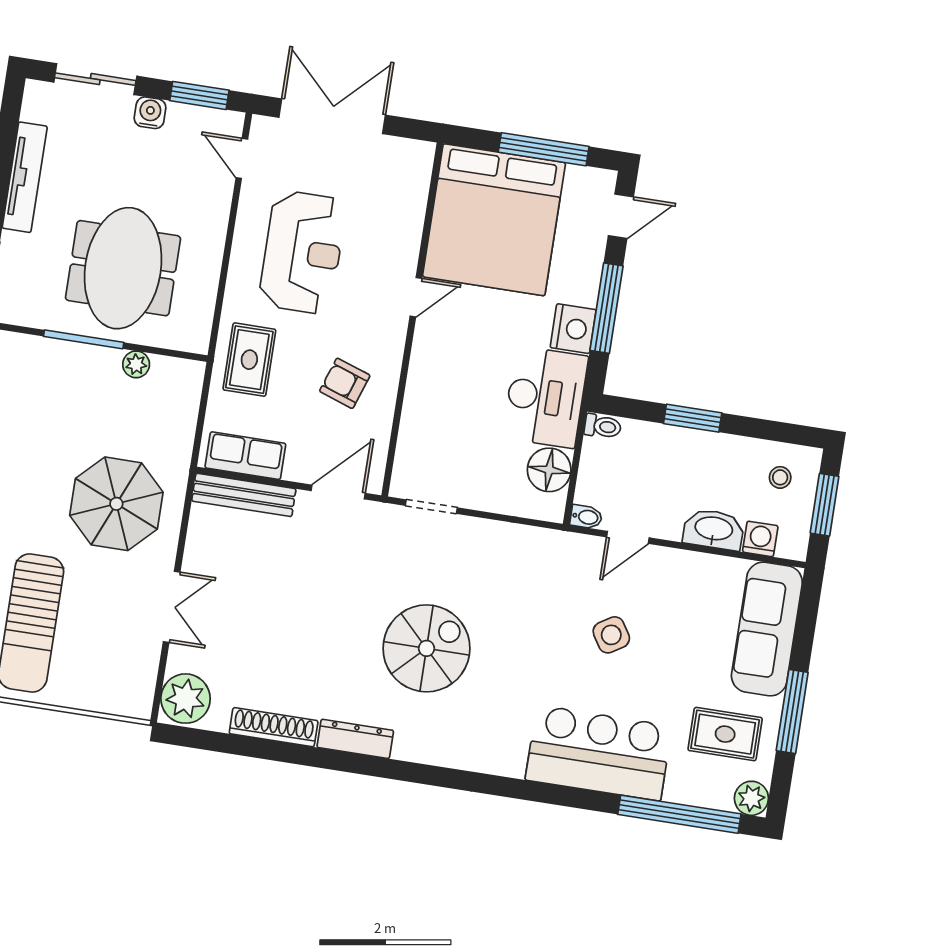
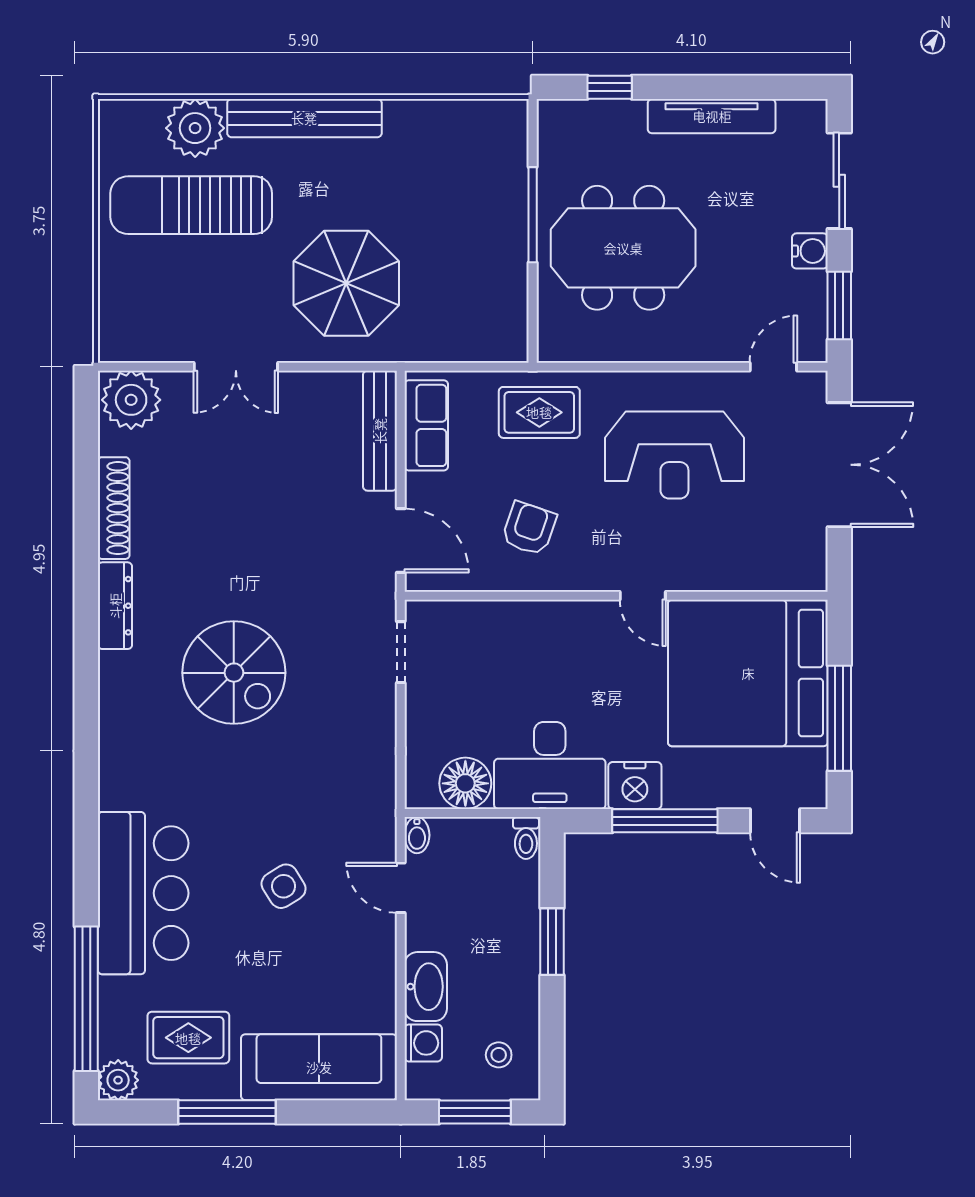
plant: (136, 364) -> (513, 281), removed
rug: (725, 734) -> (188, 1038), turned 90

